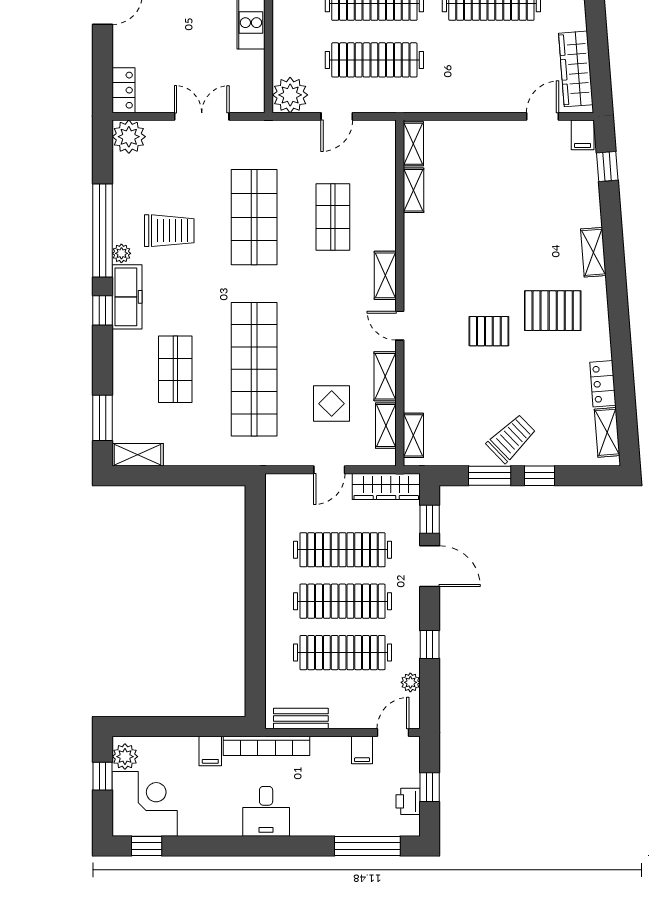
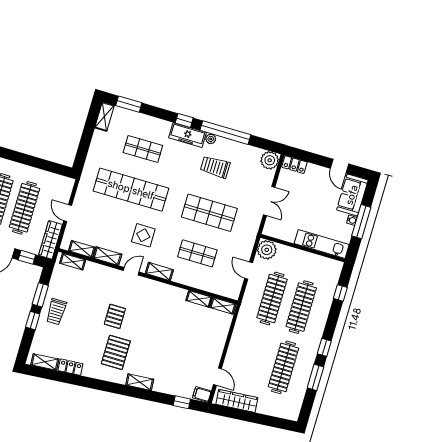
trolley: (169, 231) -> (215, 167), turned 90
display table: (332, 404) -> (143, 235), moved
trolley: (511, 439) -> (56, 312), turned 44

